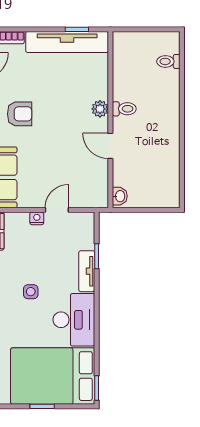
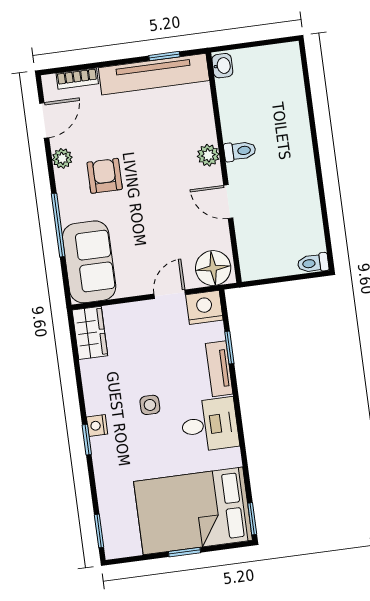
toilet: (168, 61) -> (313, 263), moved
armchair: (20, 114) -> (105, 176), turned -90
floor lamp: (92, 195) -> (213, 268), added
washbasin: (120, 196) -> (222, 66), moved
nightstand: (37, 218) -> (204, 307), moved, width x1.89, depth x1.79
desk: (74, 320) -> (210, 425), width x0.73

